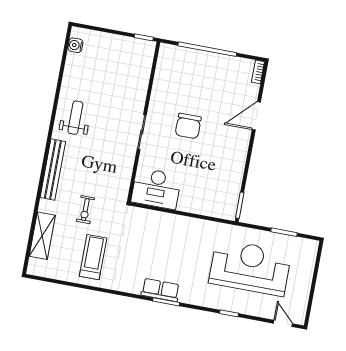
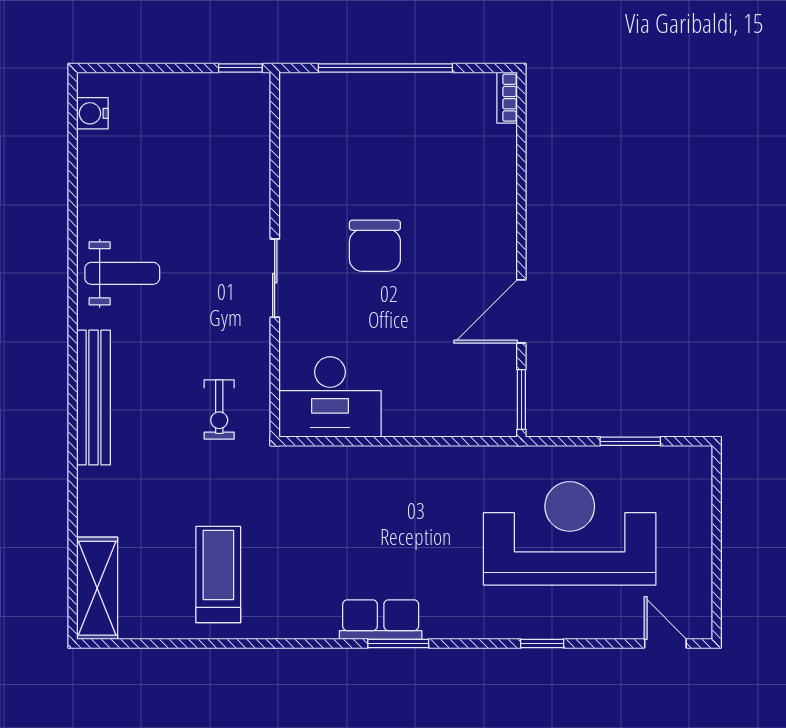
door: (256, 116) -> (521, 311), moved
weight bench: (75, 118) -> (122, 273), turned 90
exercise bike: (85, 210) -> (219, 409), moved
shelving: (42, 236) -> (97, 588), moved

